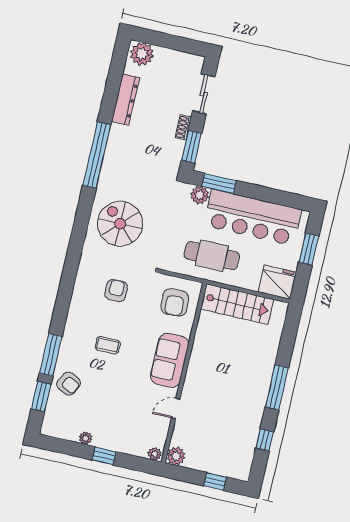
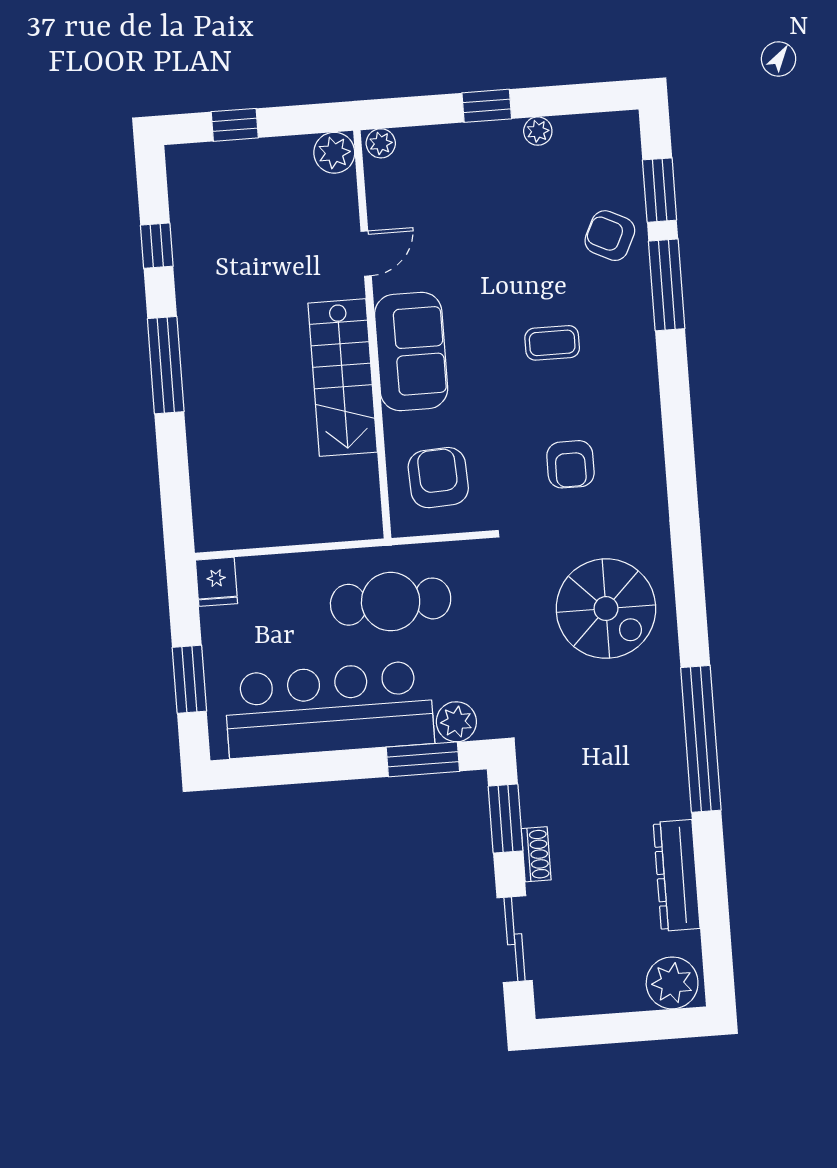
fridge: (277, 282) -> (216, 582), width x0.53, depth x0.75
stairs: (237, 304) -> (343, 378), moved, turned -90

